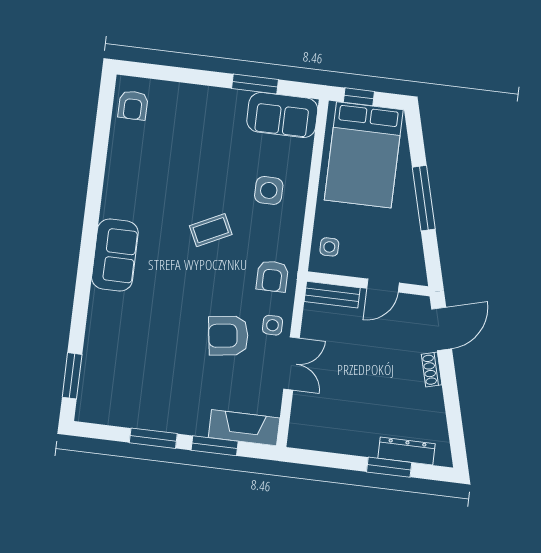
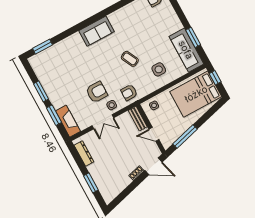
sofa: (282, 115) -> (186, 50), width x1.36
window: (424, 198) -> (185, 136), moved
armchair: (228, 336) -> (97, 92), turned 98
dresser: (406, 451) -> (84, 154), moved

